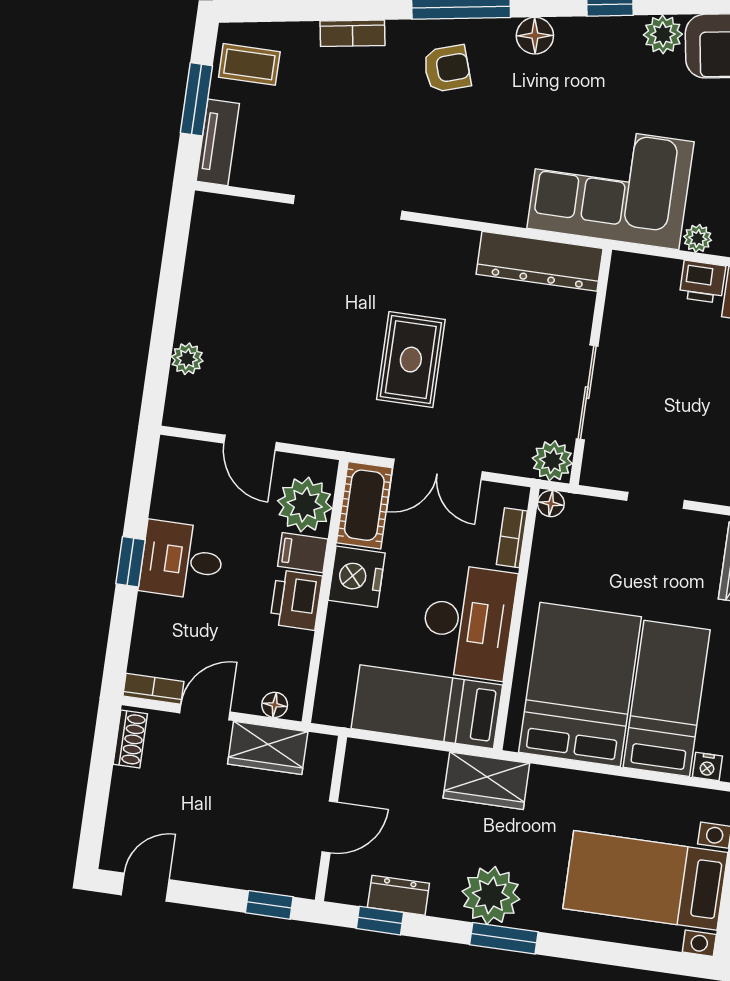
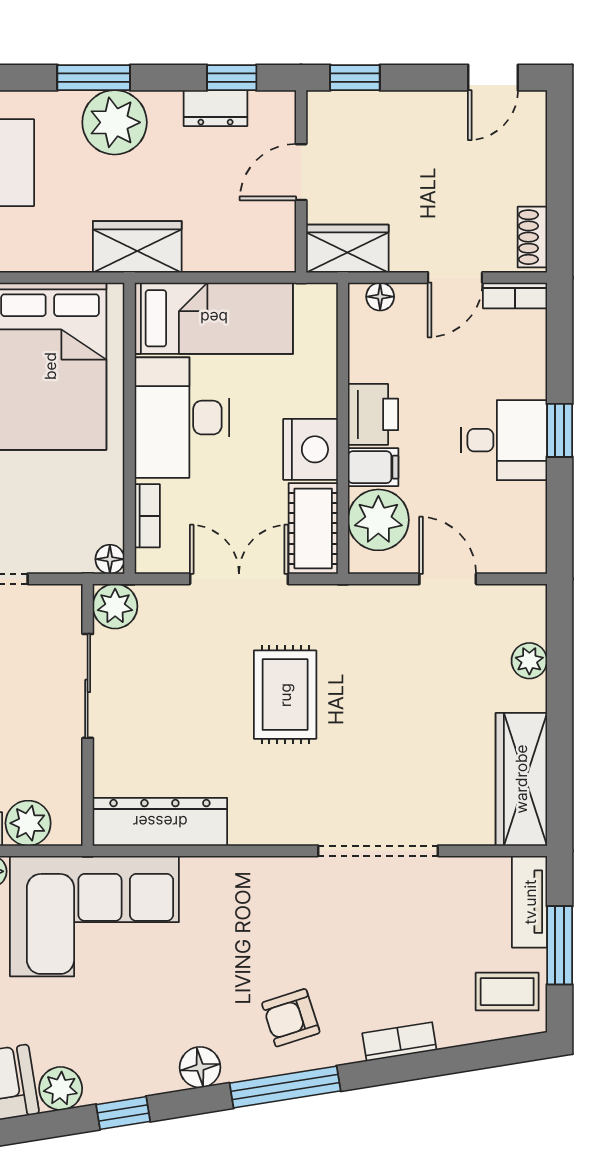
wardrobe: (209, 253) -> (521, 779), added
plant: (658, 277) -> (28, 823), added
wardrobe: (268, 748) -> (347, 249), moved

